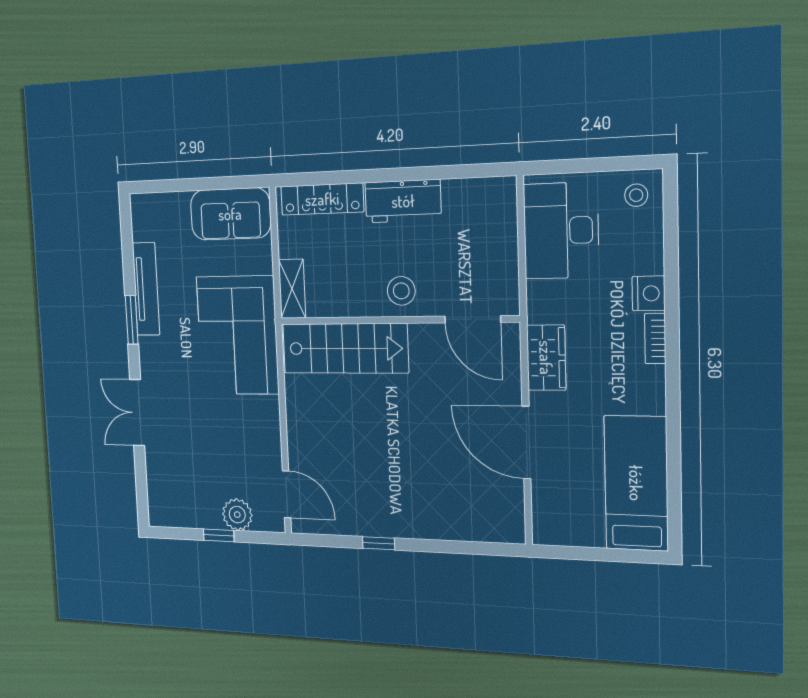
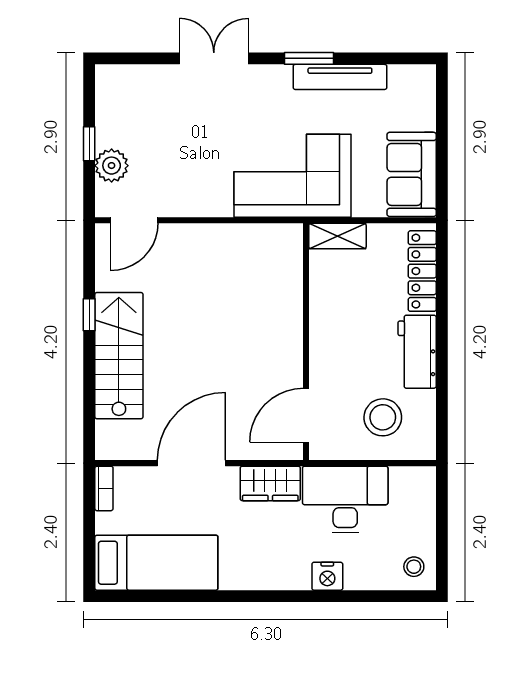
desk: (561, 231) -> (345, 499), moved
stool: (401, 291) -> (383, 417), moved, width x1.38, depth x1.38
bookcase: (655, 339) -> (104, 488), moved, turned 90
stairs: (345, 348) -> (119, 356), moved, turned 180

